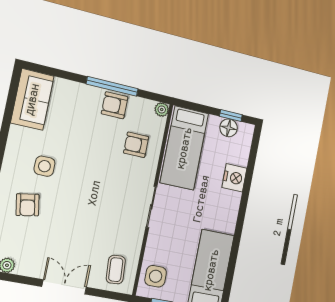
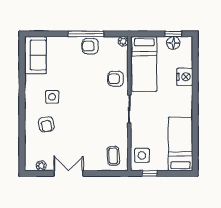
armchair: (136, 145) -> (116, 79), moved
double door: (64, 287) -> (68, 173), moved

